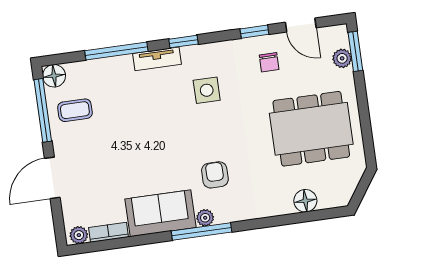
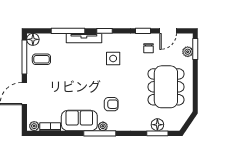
door: (301, 25) -> (168, 31), hinge flipped
tv unit: (157, 59) -> (84, 38), width x1.41
dining table: (311, 129) -> (166, 87), turned 90
armchair: (215, 175) -> (111, 104), turned 90
window: (308, 217) -> (157, 133), added

